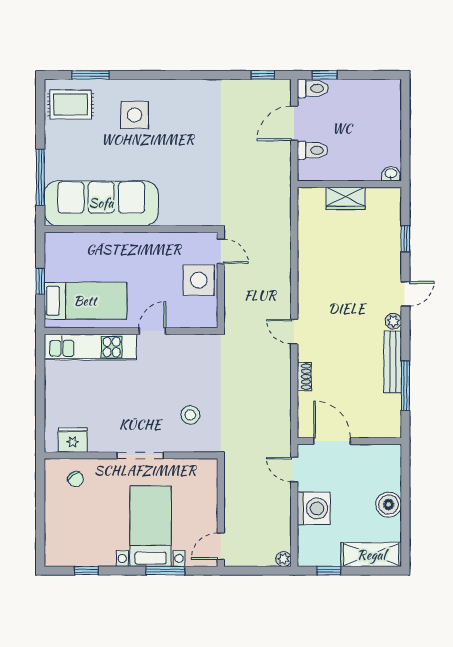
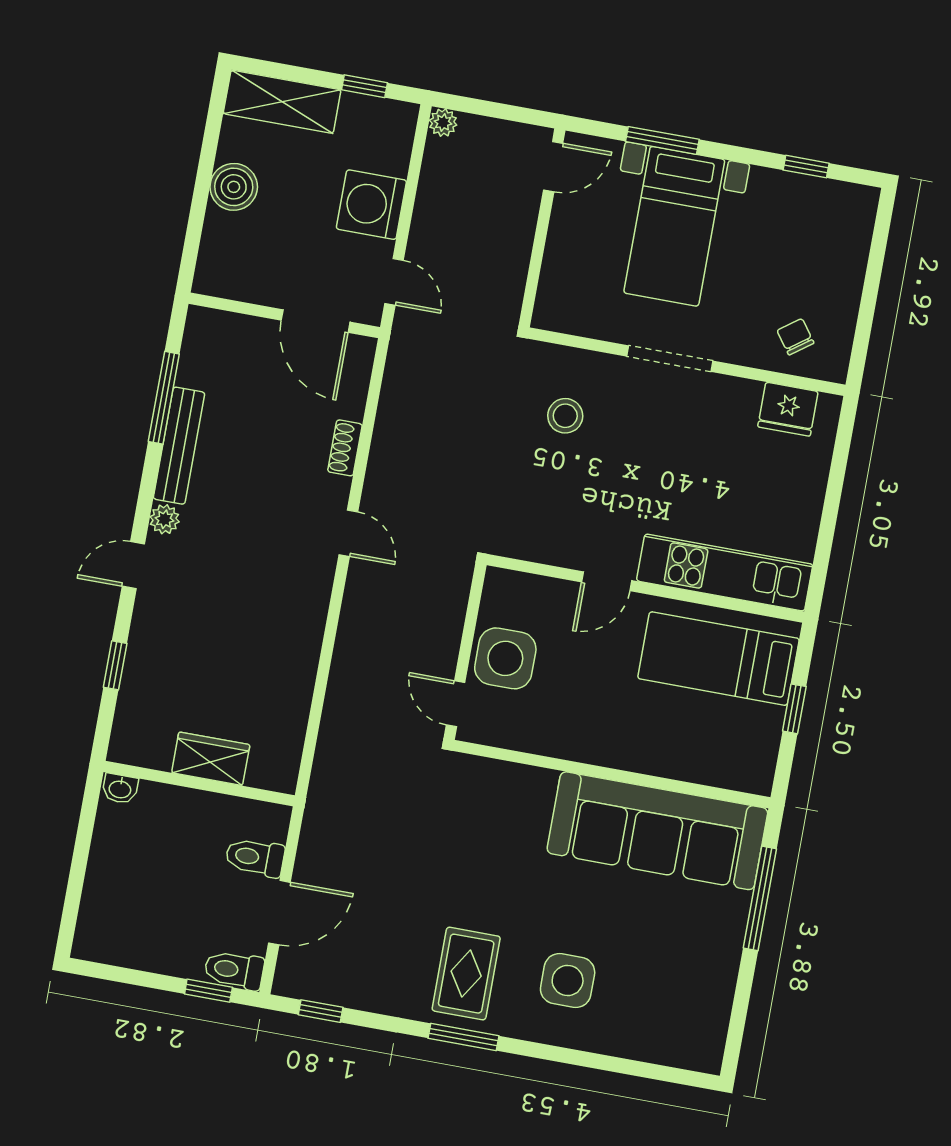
window: (91, 75) -> (463, 1037), moved
rug: (71, 105) -> (466, 974), moved, turned 90

